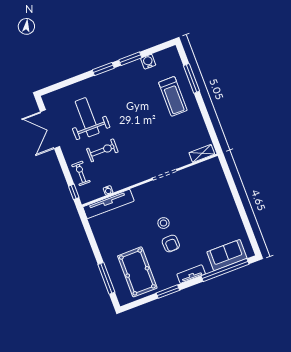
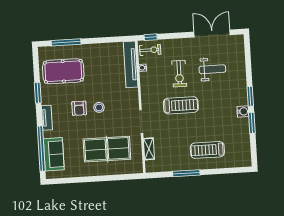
water cooler: (148, 62) -> (243, 111), moved
window: (192, 78) -> (186, 173), moved
weight bench: (87, 117) -> (212, 69), width x0.73, depth x0.75
treadmill: (135, 138) -> (181, 105), added
shelving: (202, 153) -> (149, 149), moved
exercise bike: (81, 173) -> (150, 50), moved
table tennis table: (204, 201) -> (107, 149), added
armchair: (171, 244) -> (79, 108), turned -88

